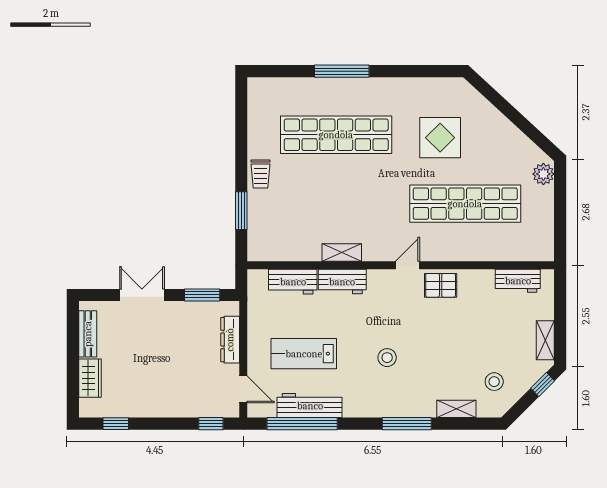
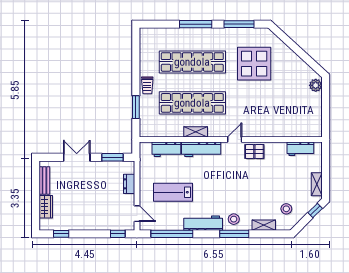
window: (415, 71) -> (239, 24), added
display table: (440, 138) -> (254, 64), width x1.36, depth x1.36
shop shelf: (465, 204) -> (192, 103), moved
workbench: (342, 282) -> (201, 149), width x1.38
dresser: (230, 340) -> (129, 184), width x0.70
stool: (387, 358) -> (234, 219), moved
workbench: (310, 406) -> (203, 223), moved

